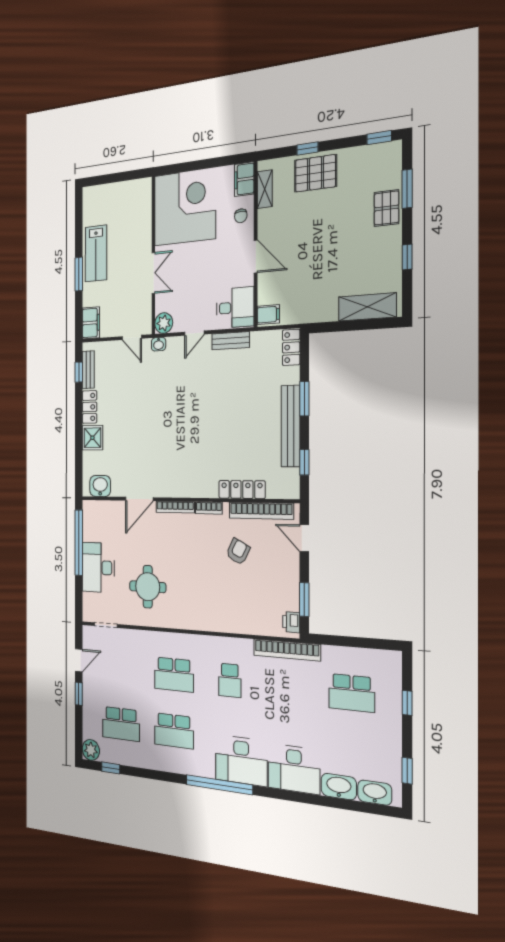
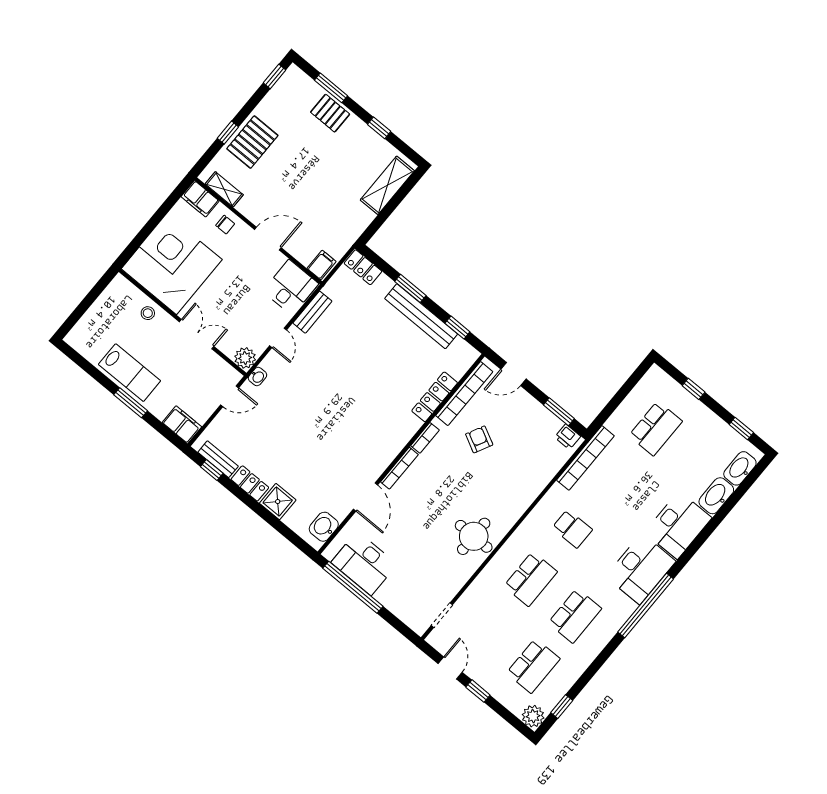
stool: (141, 225) -> (148, 313), added
desk: (98, 567) -> (364, 563), moved
round table: (148, 587) -> (474, 536), moved

